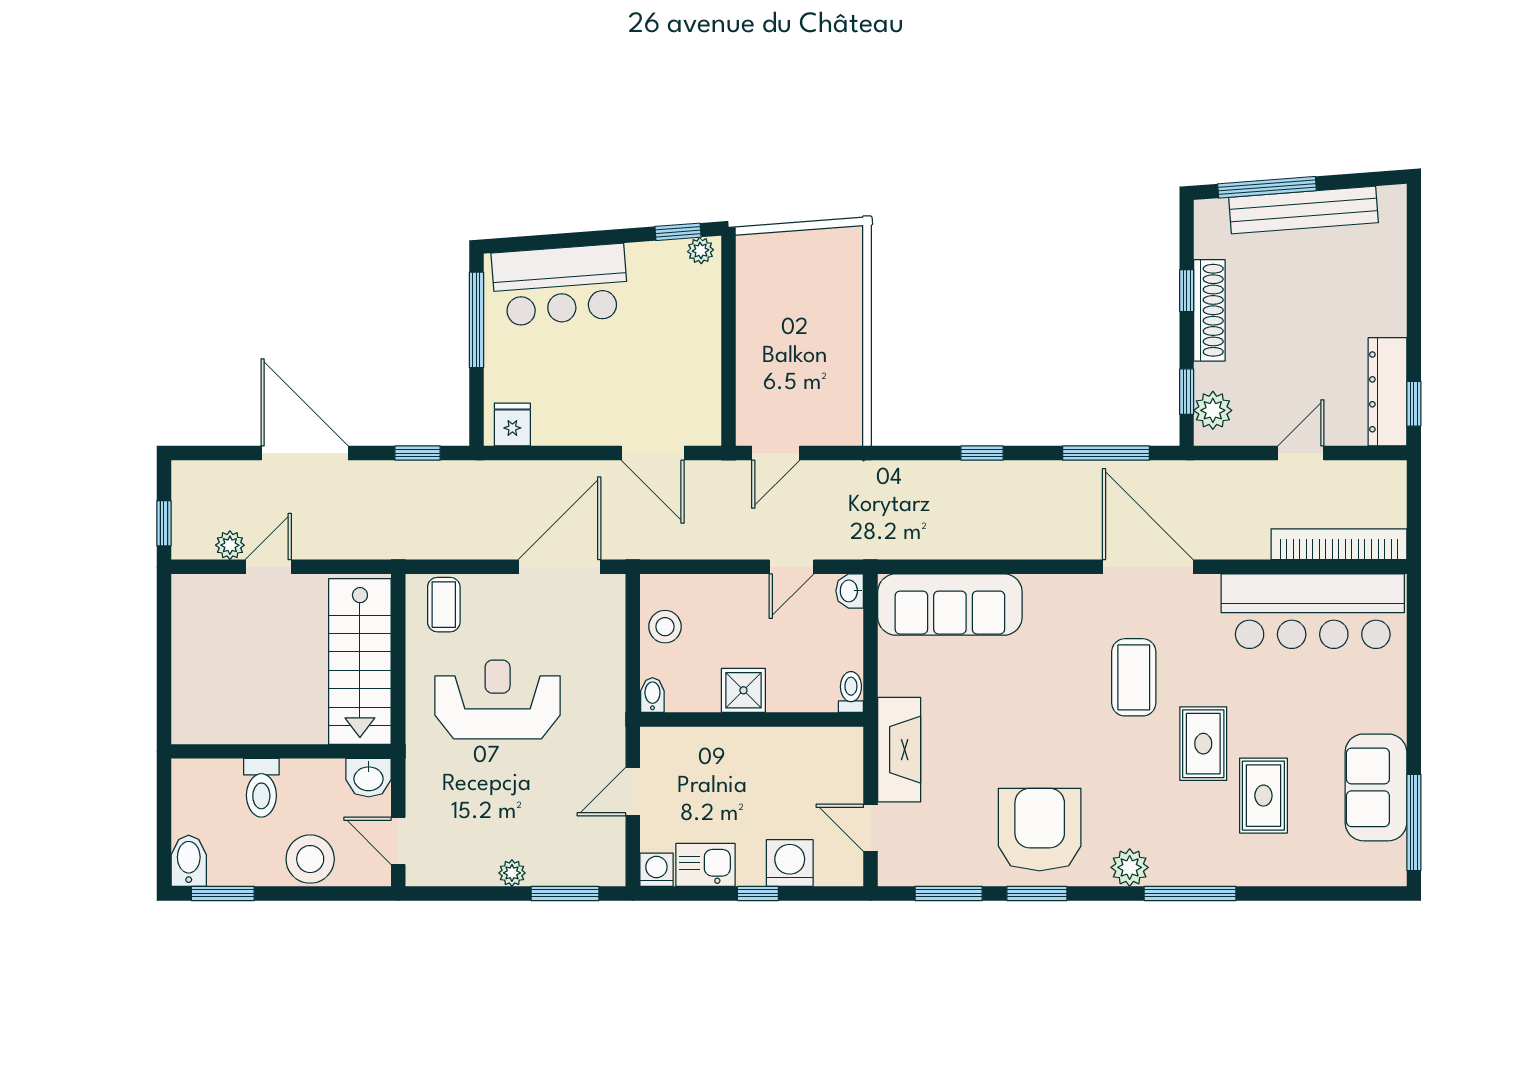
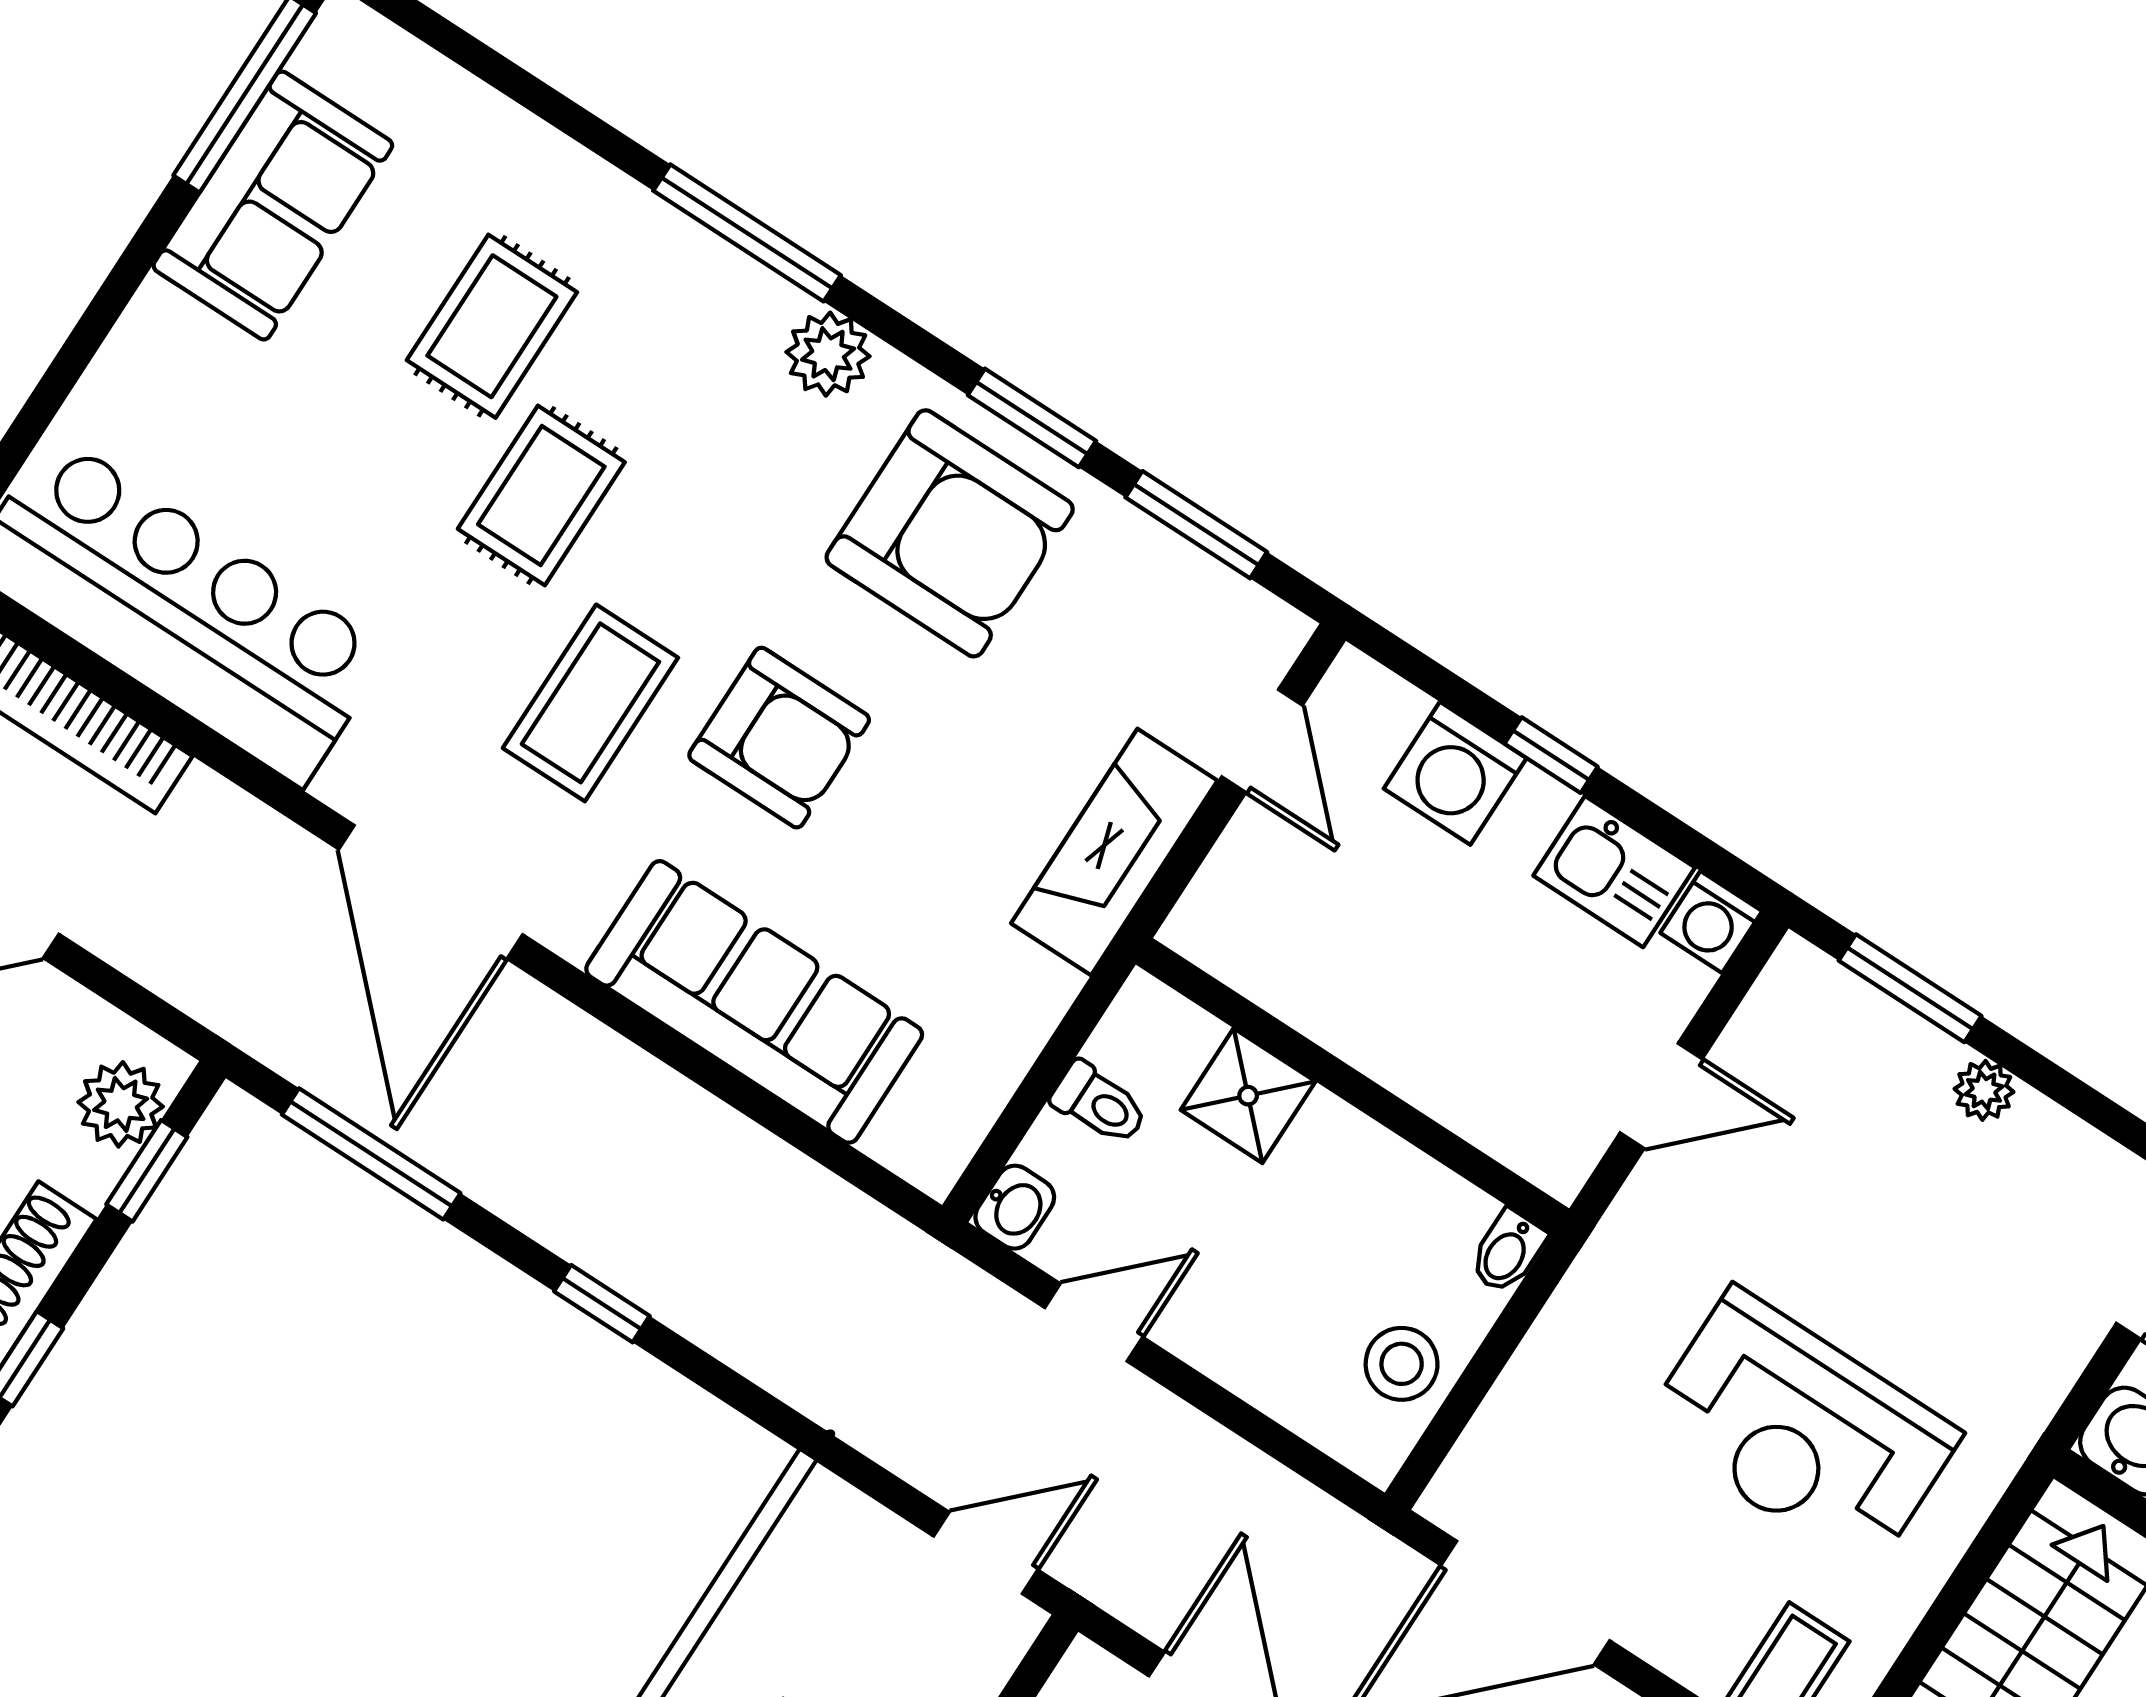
sofa: (950, 605) -> (754, 1002), moved
shower: (743, 690) -> (1248, 1096), moved
toilet: (851, 692) -> (1099, 1104), moved, turned -90
armchair: (1054, 711) -> (779, 738), added
armchair: (1040, 830) -> (950, 533), turned -90

